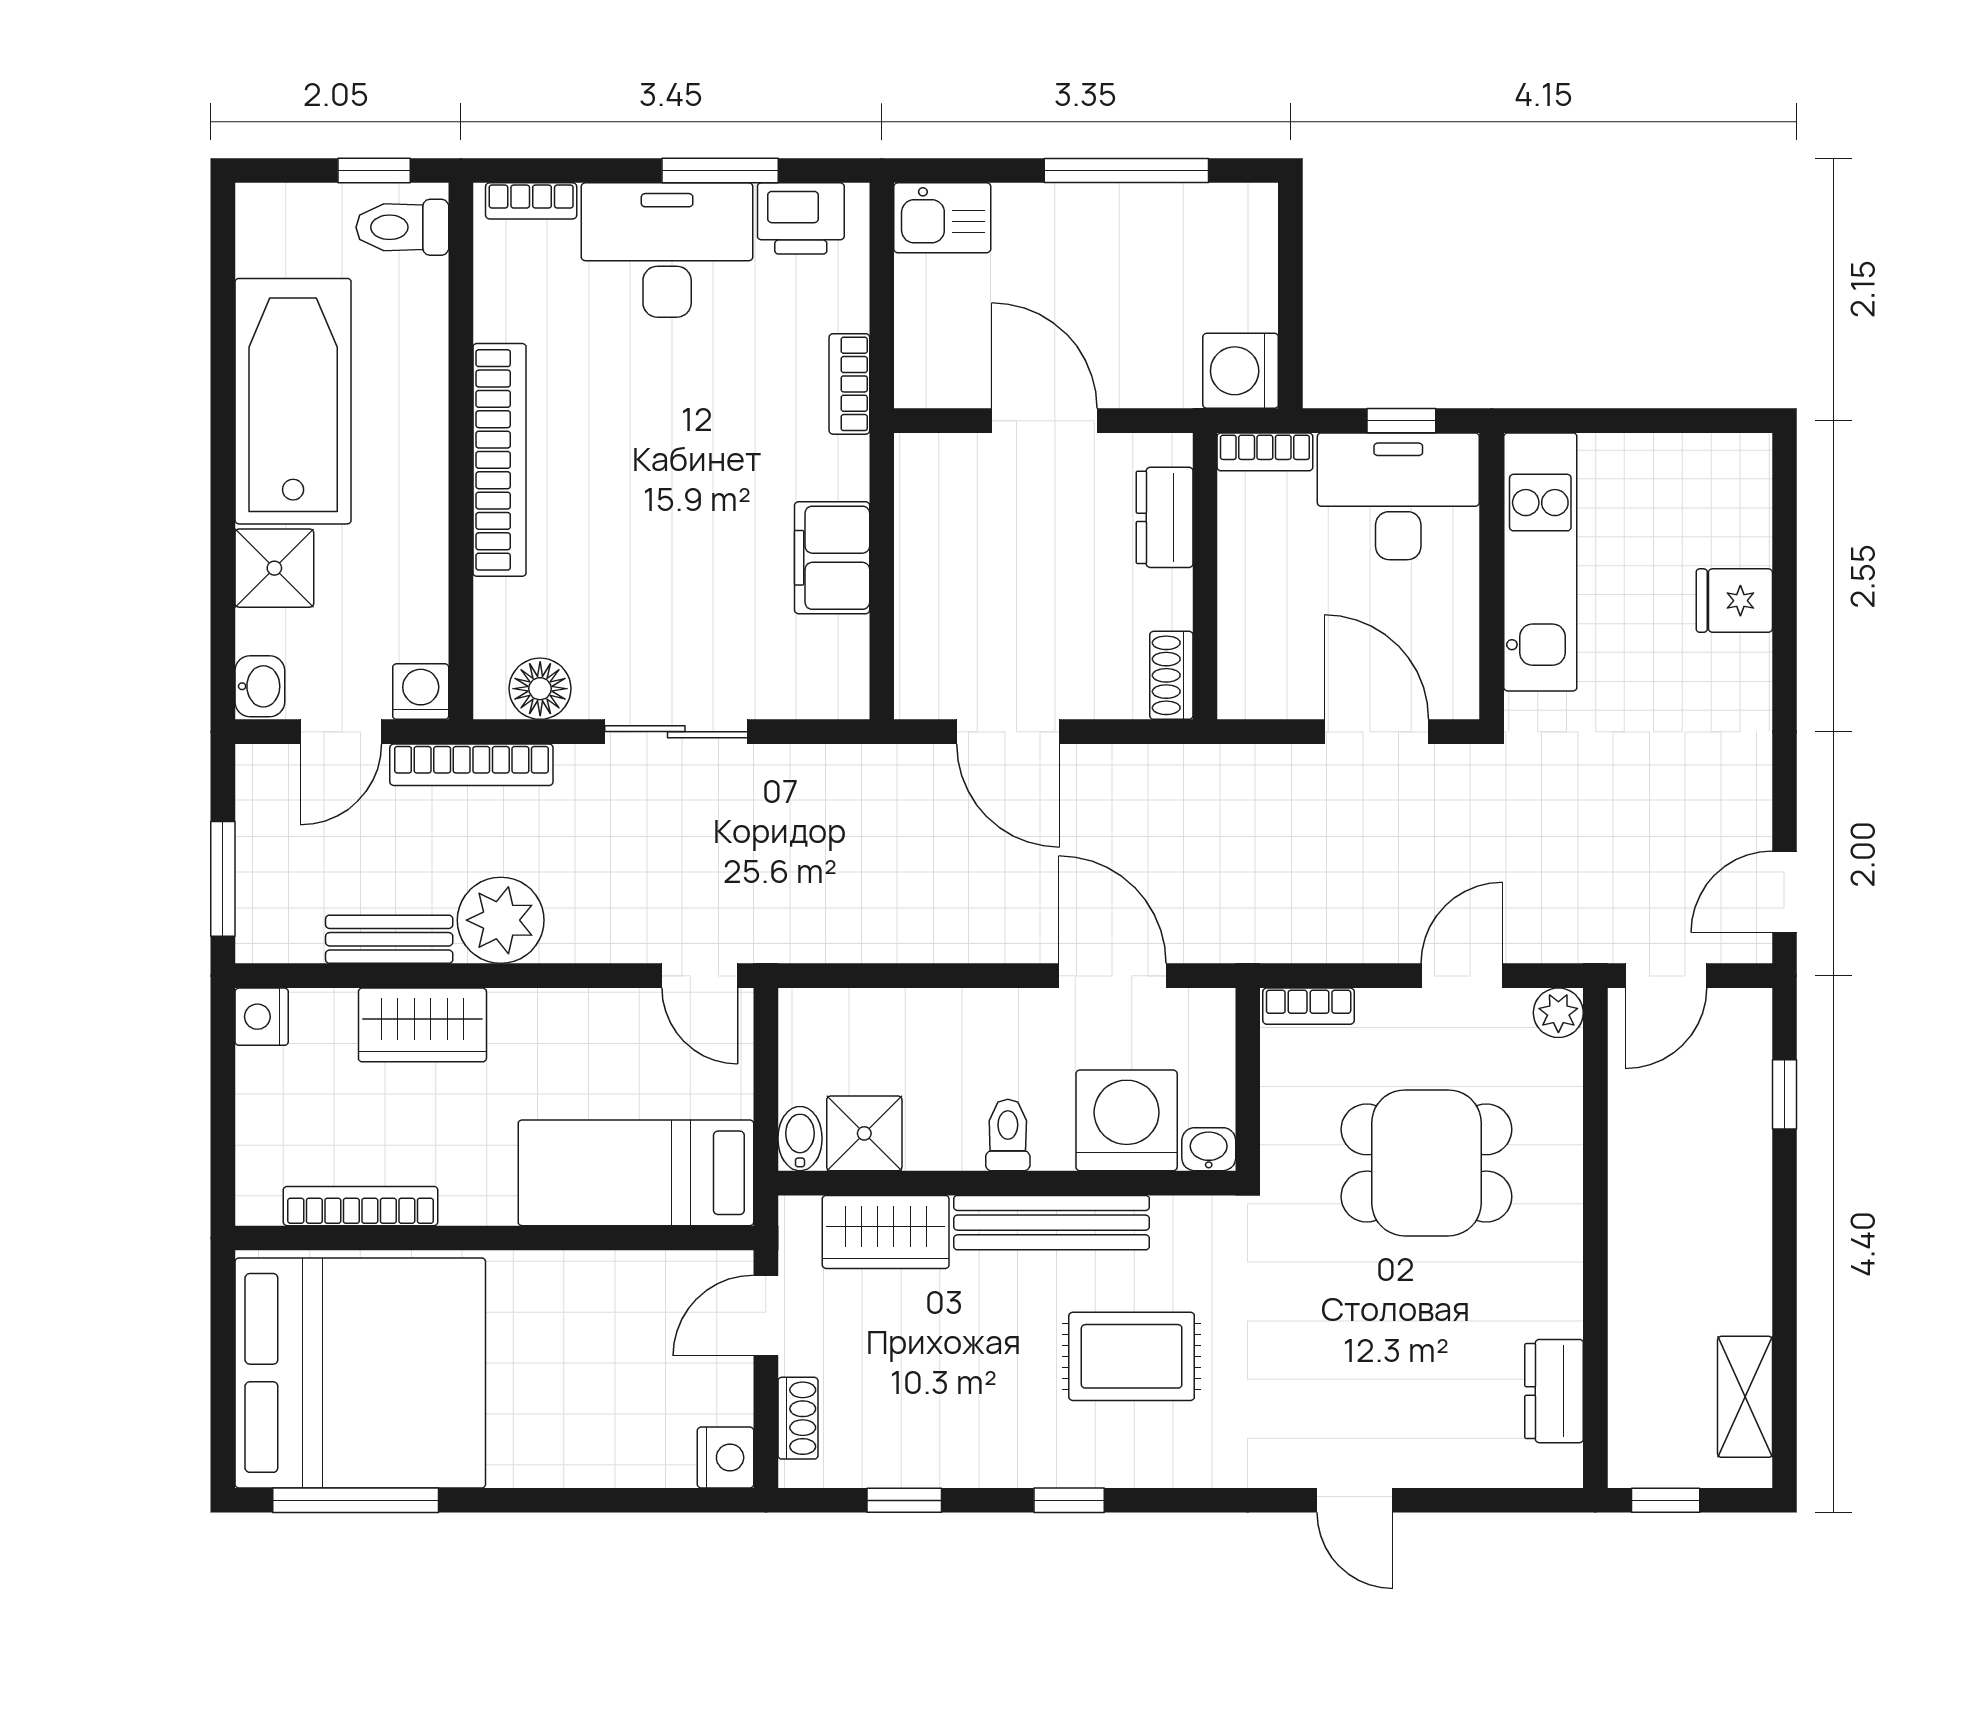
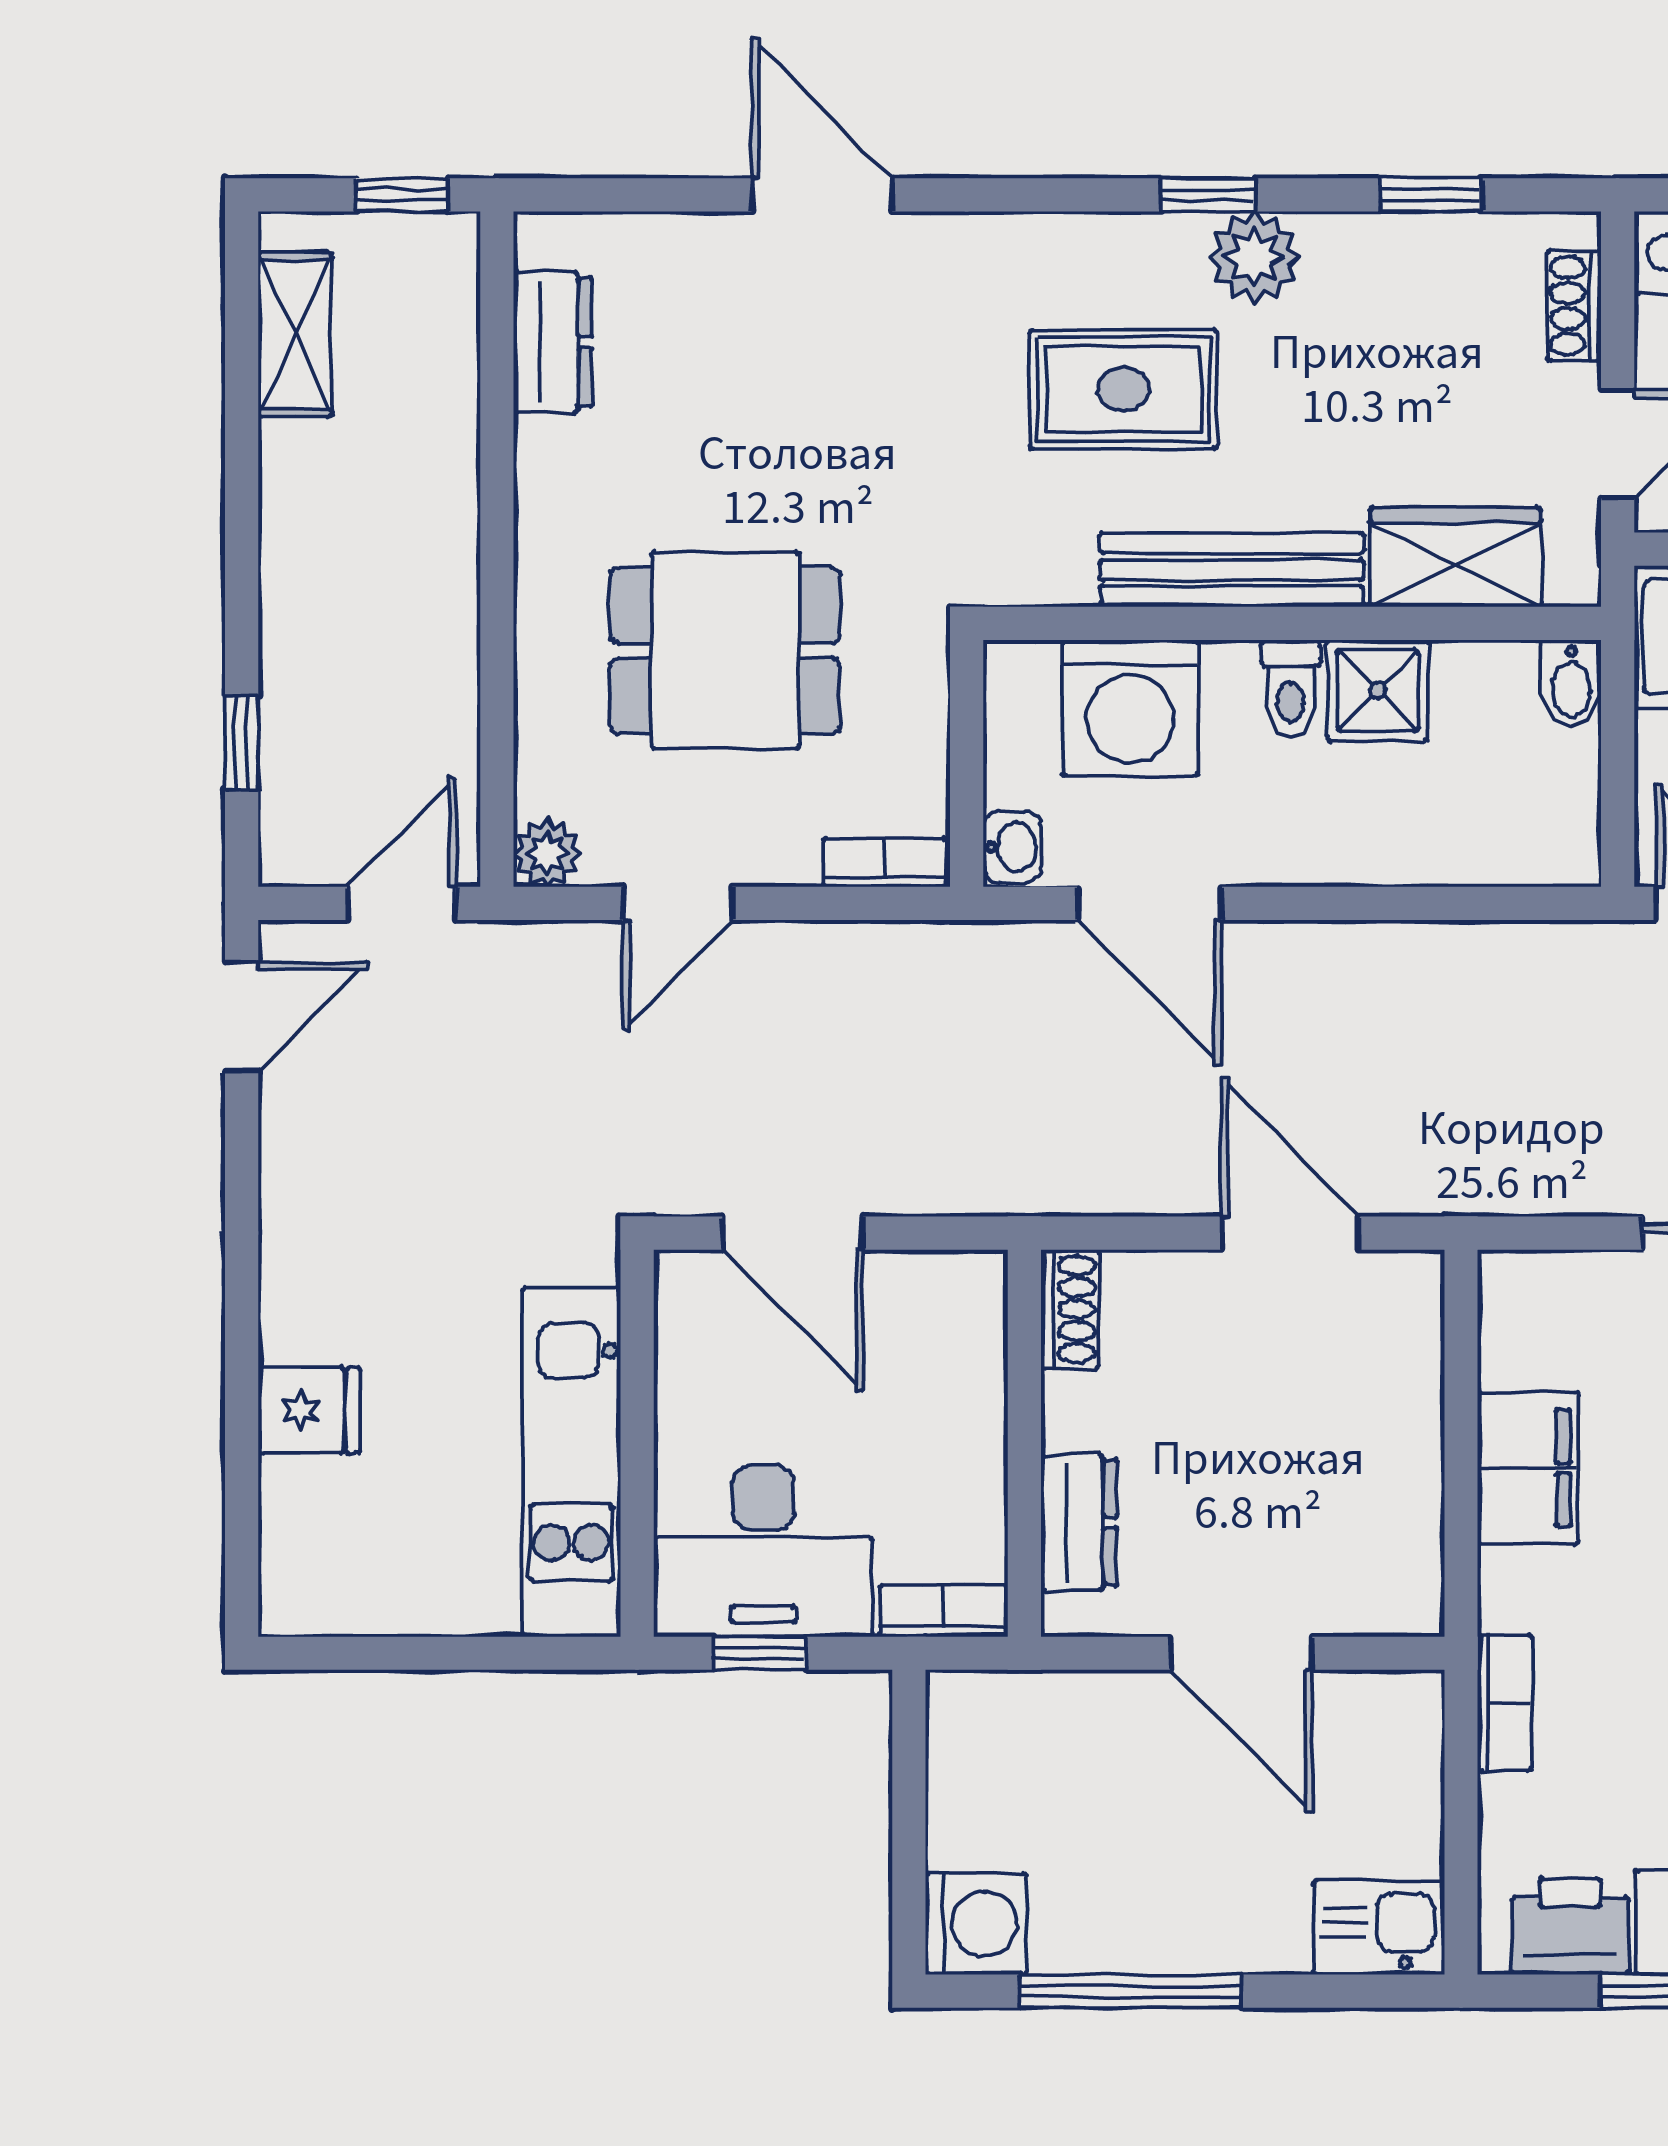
washing machine: (1241, 371) -> (976, 1924), moved
shower: (864, 1133) -> (1378, 690), moved
washbasin: (1209, 1149) -> (1012, 847), moved, turned -90
plant: (1034, 1454) -> (1255, 257), added
door: (1355, 1500) -> (822, 195), width x1.38

